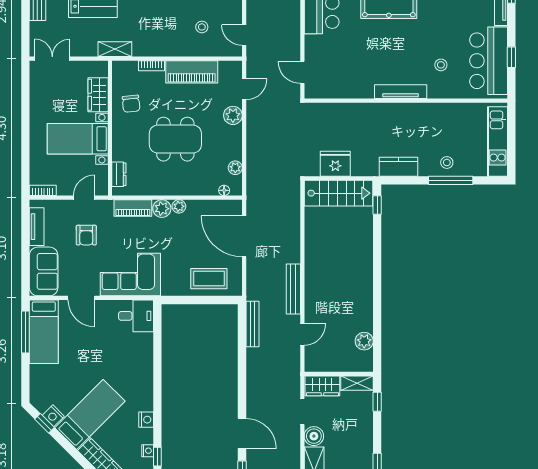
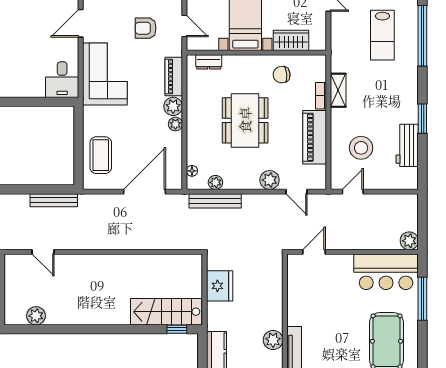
stool: (202, 27) -> (361, 148), width x1.89, depth x1.89
shelving: (115, 49) -> (338, 90), moved
plant: (388, 112) -> (273, 340), added
stairs: (339, 193) -> (166, 312), moved, turned 90
bench: (293, 289) -> (215, 201), moved

